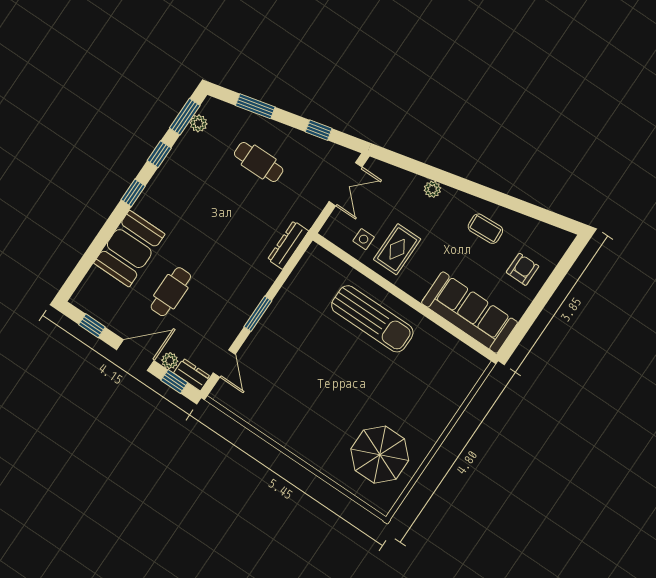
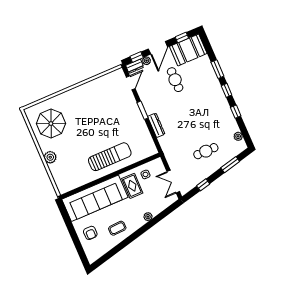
window: (185, 117) -> (217, 69), moved
dresser: (288, 245) -> (156, 125), moved
booth: (129, 249) -> (188, 50), moved, turned 90
sofa: (469, 313) -> (95, 198), width x1.36, depth x1.27
sun lounger: (372, 319) -> (110, 157), turned 180
door: (224, 363) -> (131, 83), swing flipped
plant: (438, 419) -> (50, 157), added

